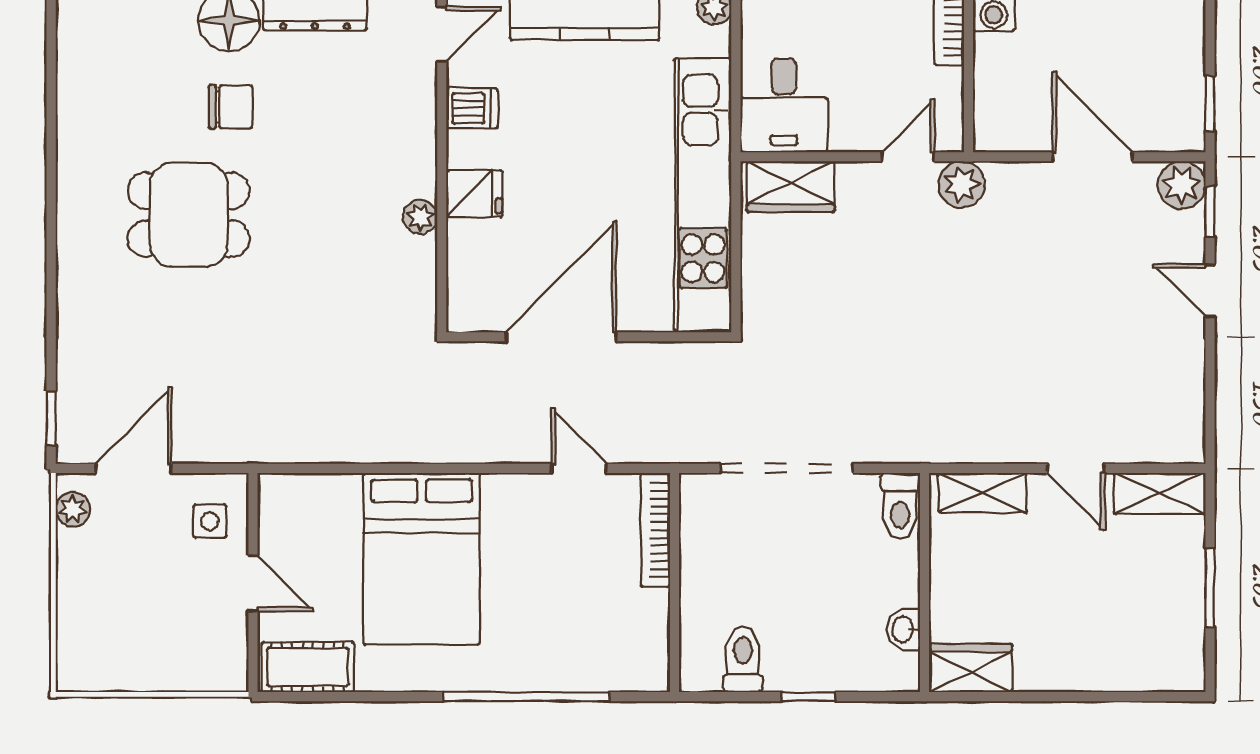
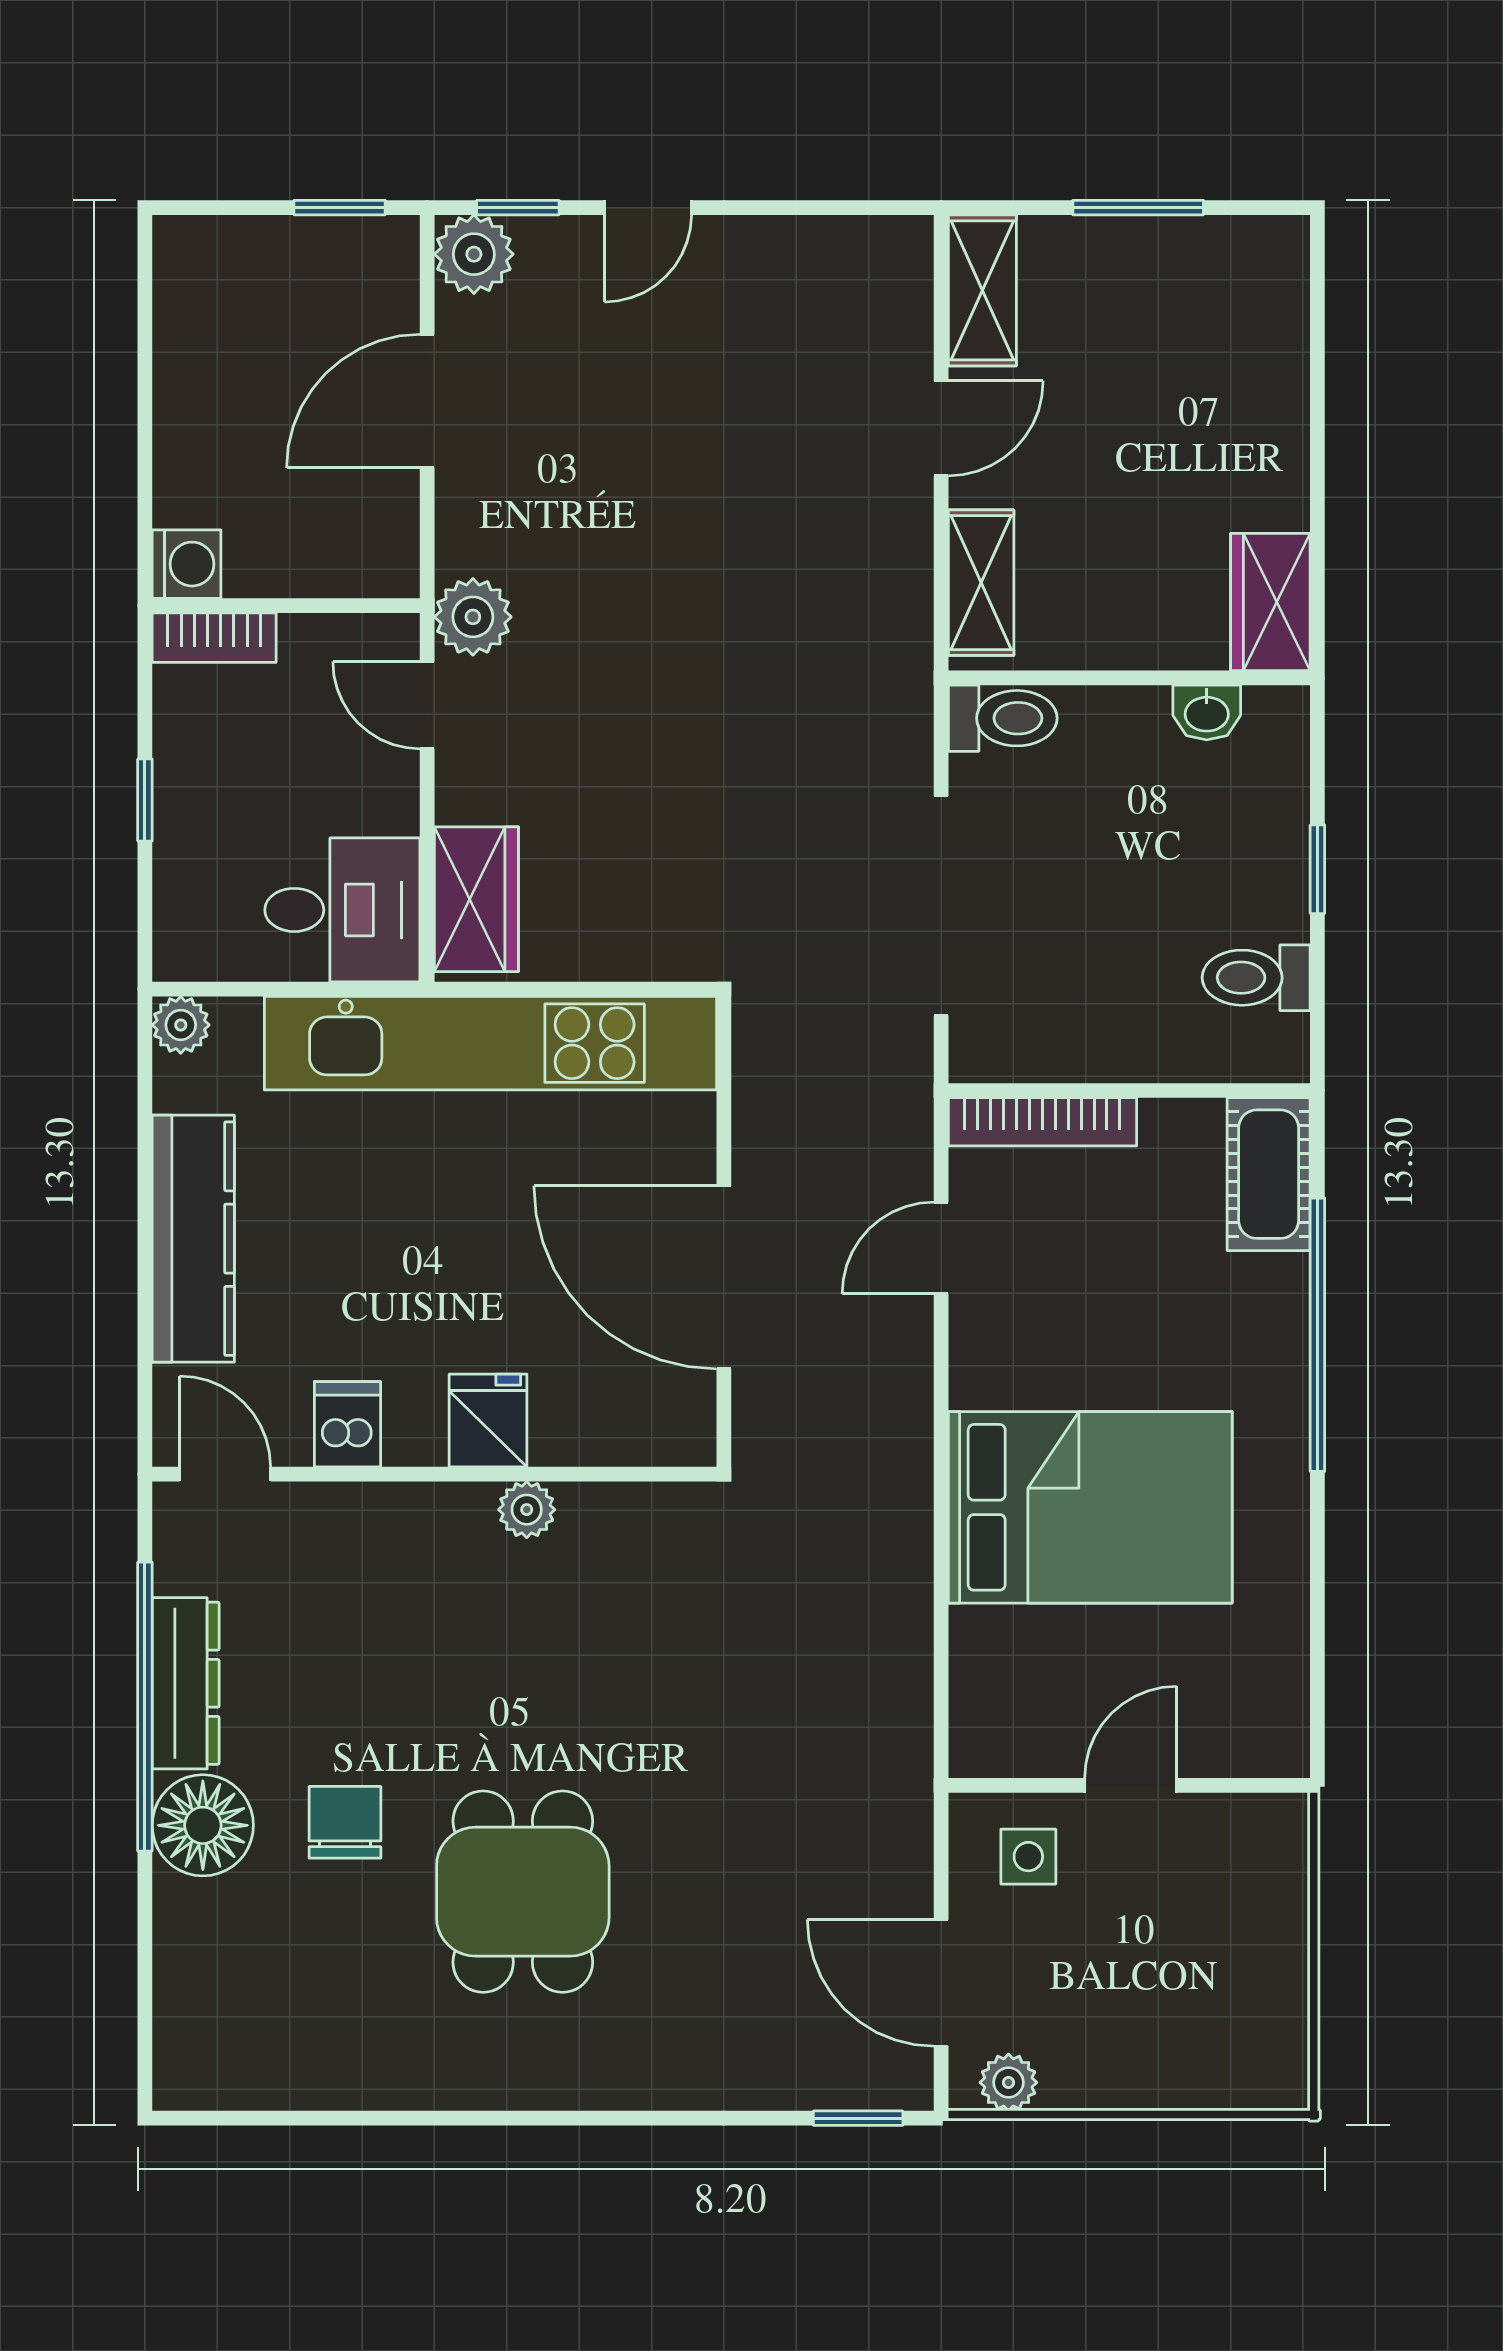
cot: (308, 667) -> (1269, 1174), moved

